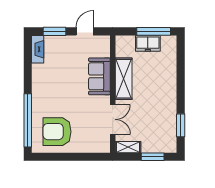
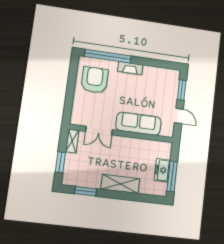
fireplace: (38, 49) -> (130, 68), moved
sofa: (99, 76) -> (138, 124), width x1.36
shelving: (124, 79) -> (120, 184), moved

